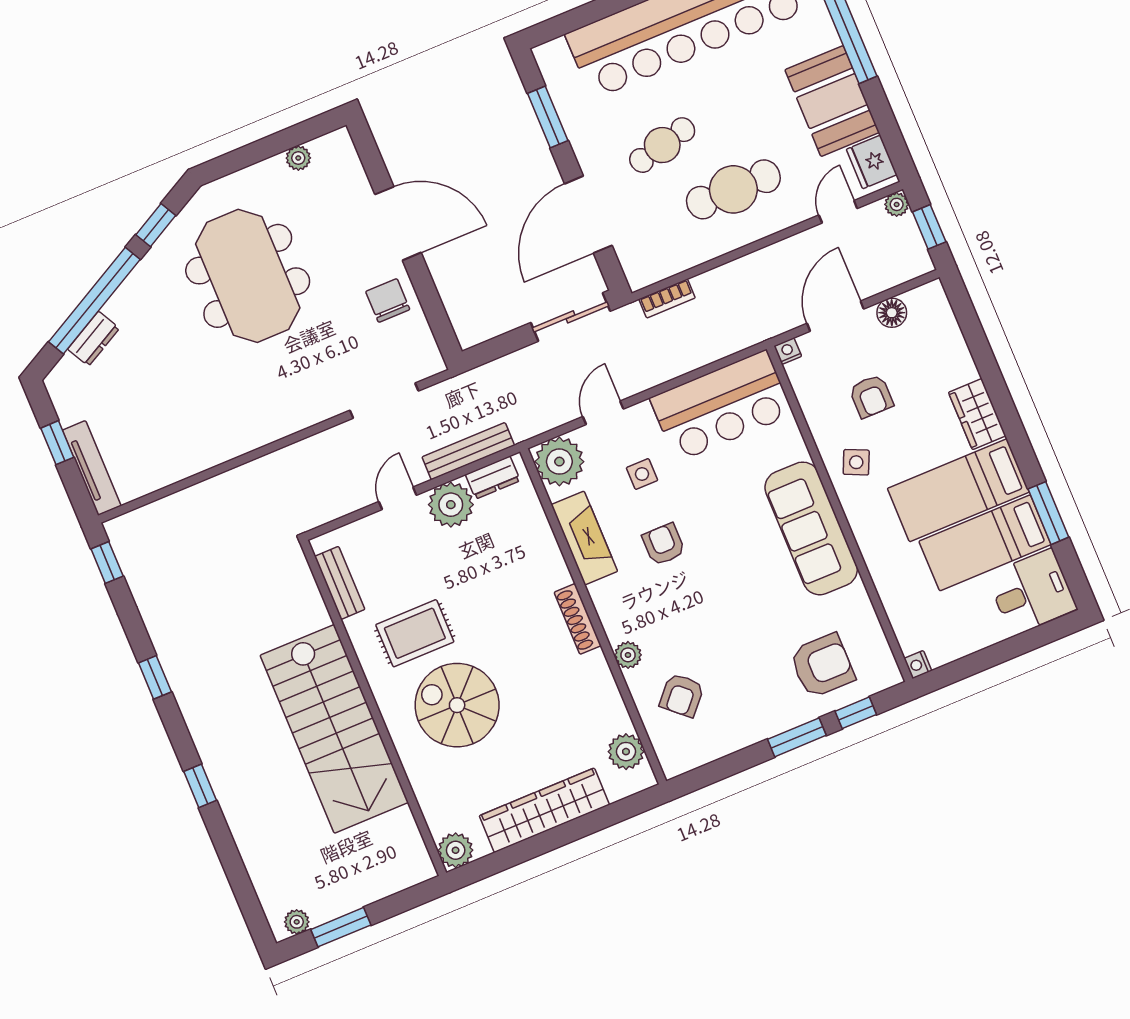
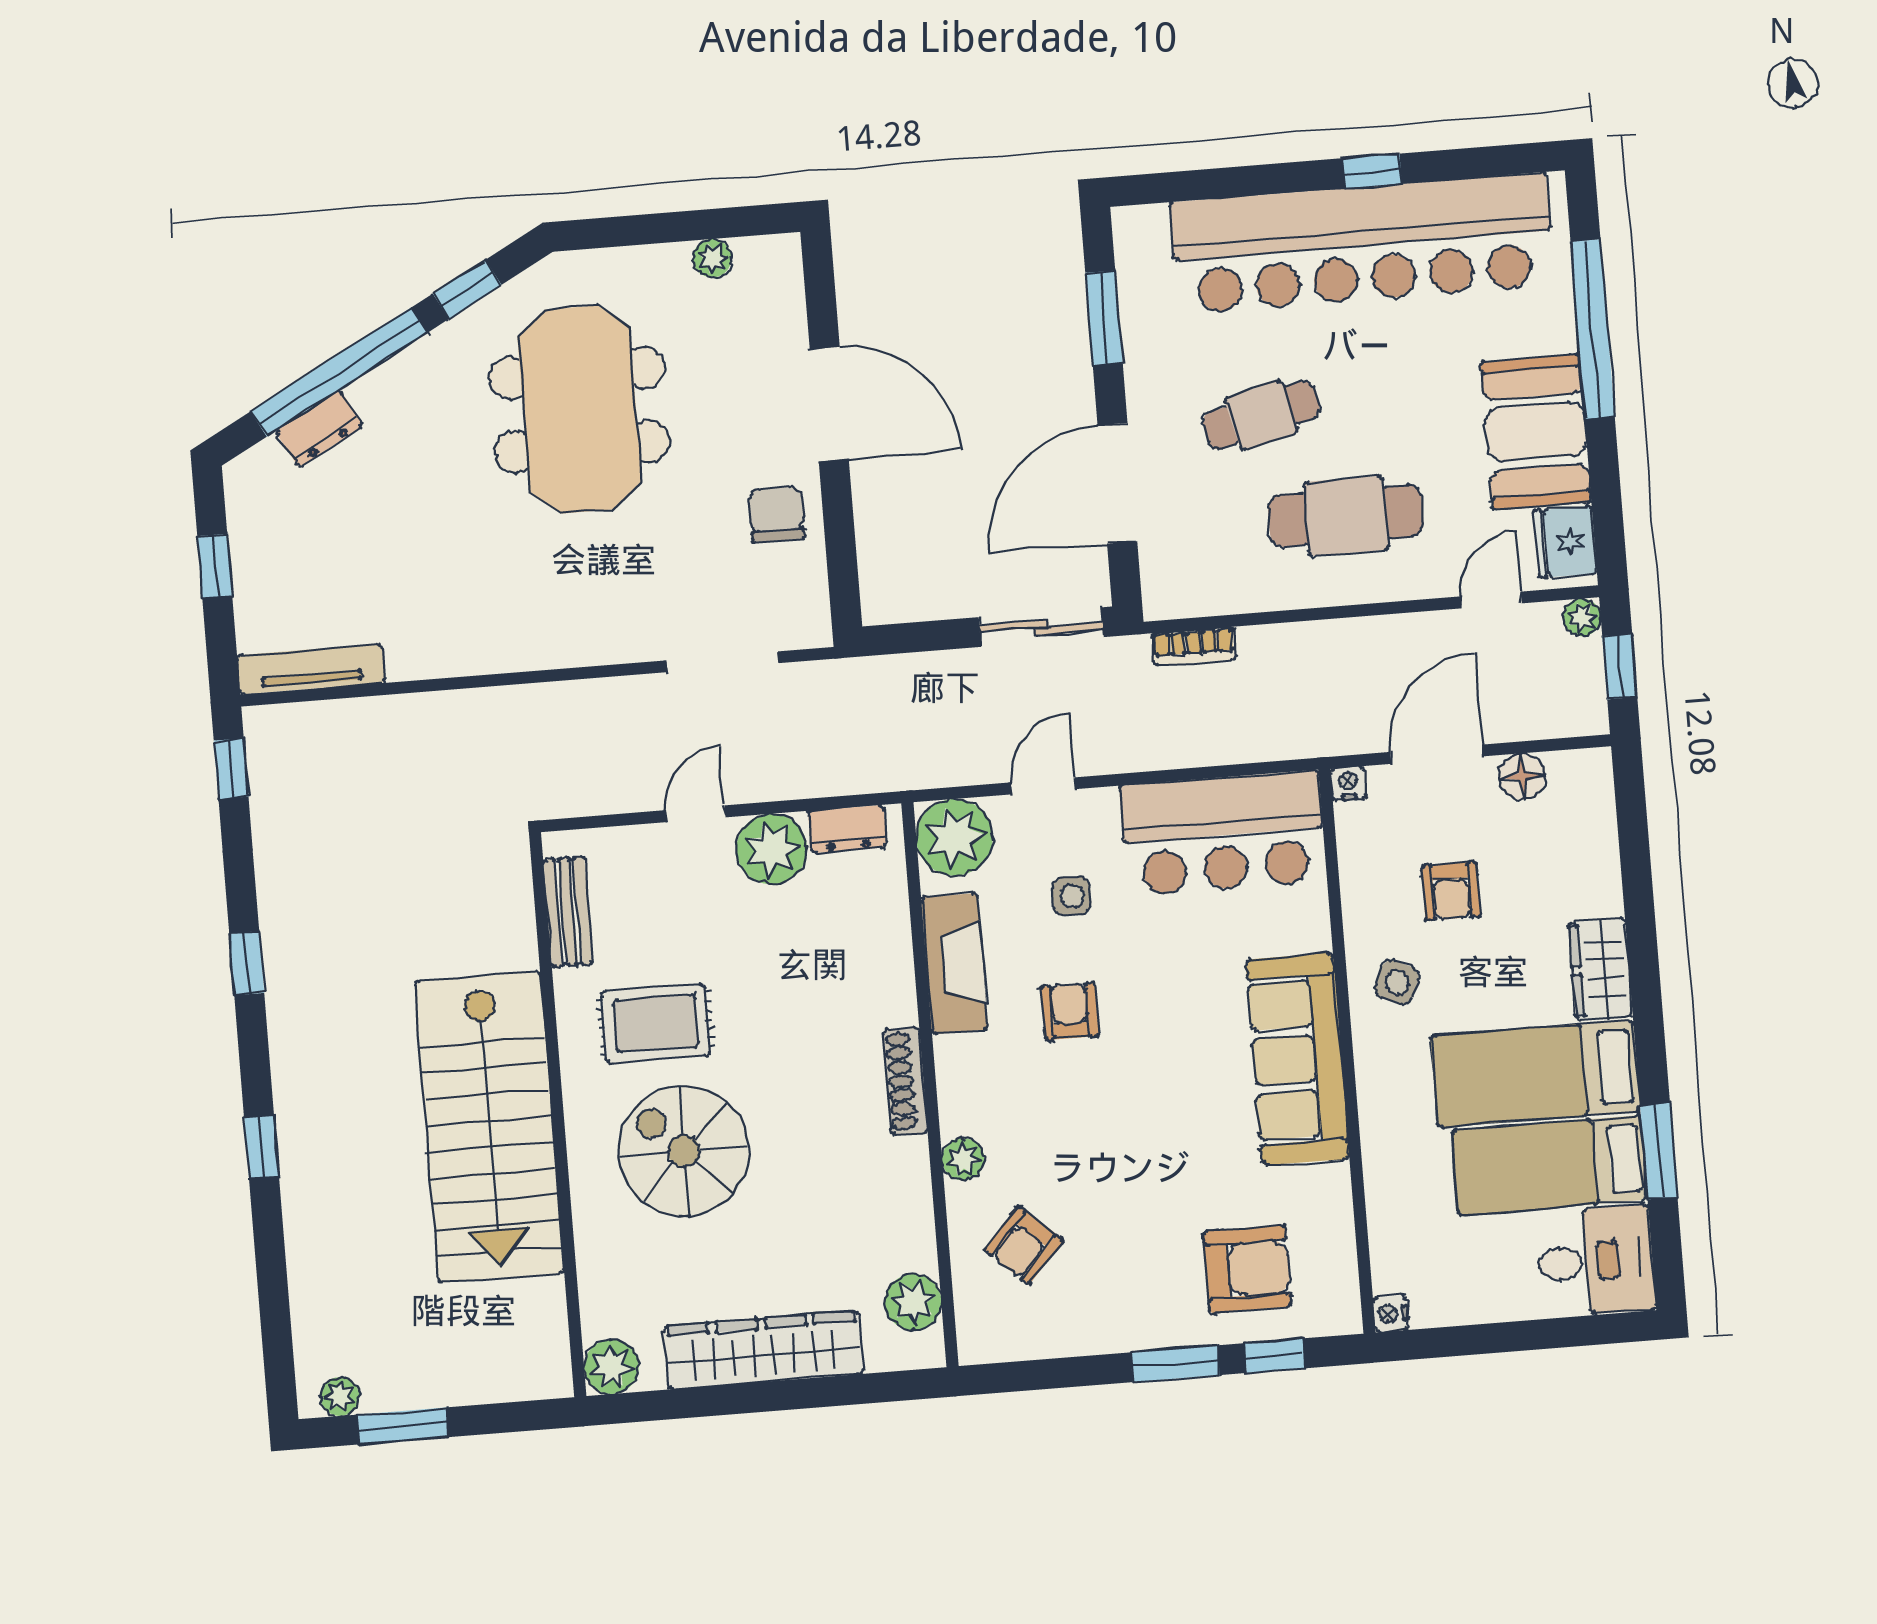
bench: (468, 451) -> (824, 778), removed
tv unit: (92, 468) -> (311, 669), moved, turned -90

